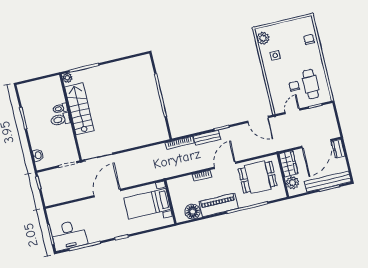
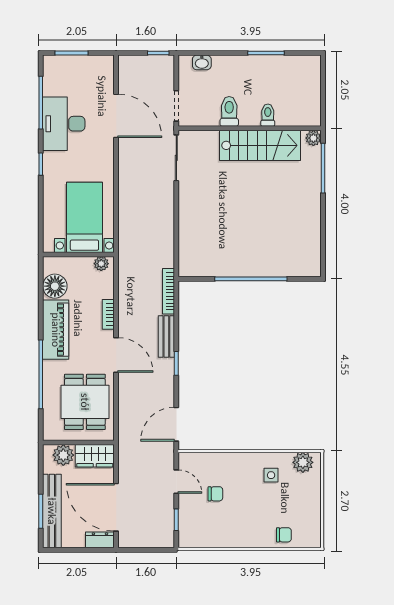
cafe table: (311, 84) -> (212, 521), removed
toilet: (60, 119) -> (229, 111), moved
plant: (173, 187) -> (101, 264), added
door: (107, 193) -> (116, 116), moved
desk: (69, 235) -> (64, 124), moved

